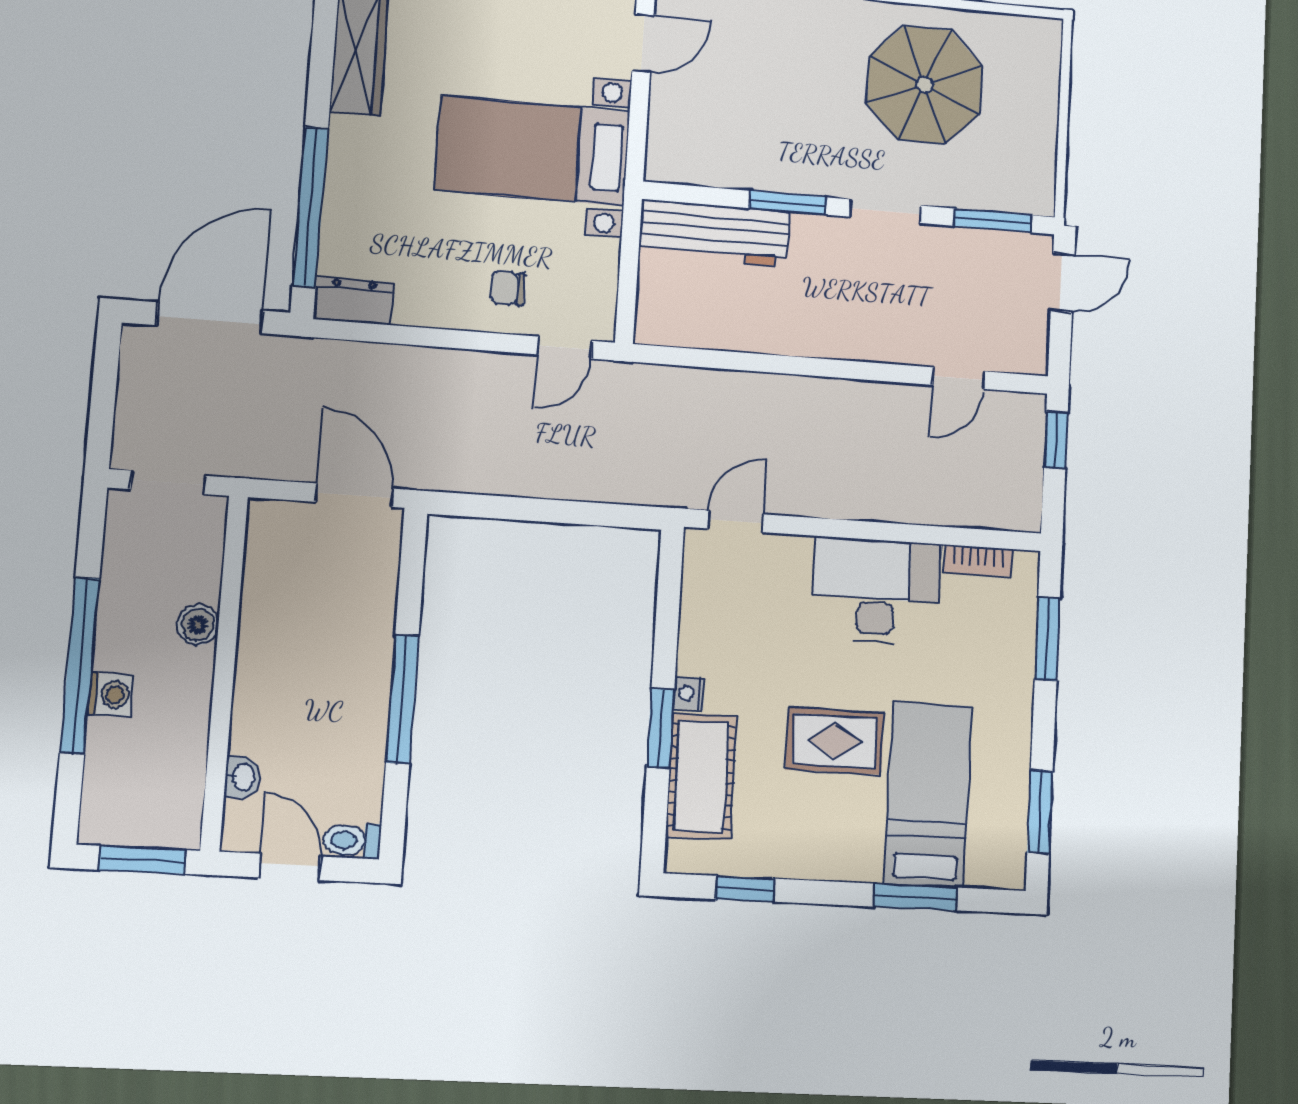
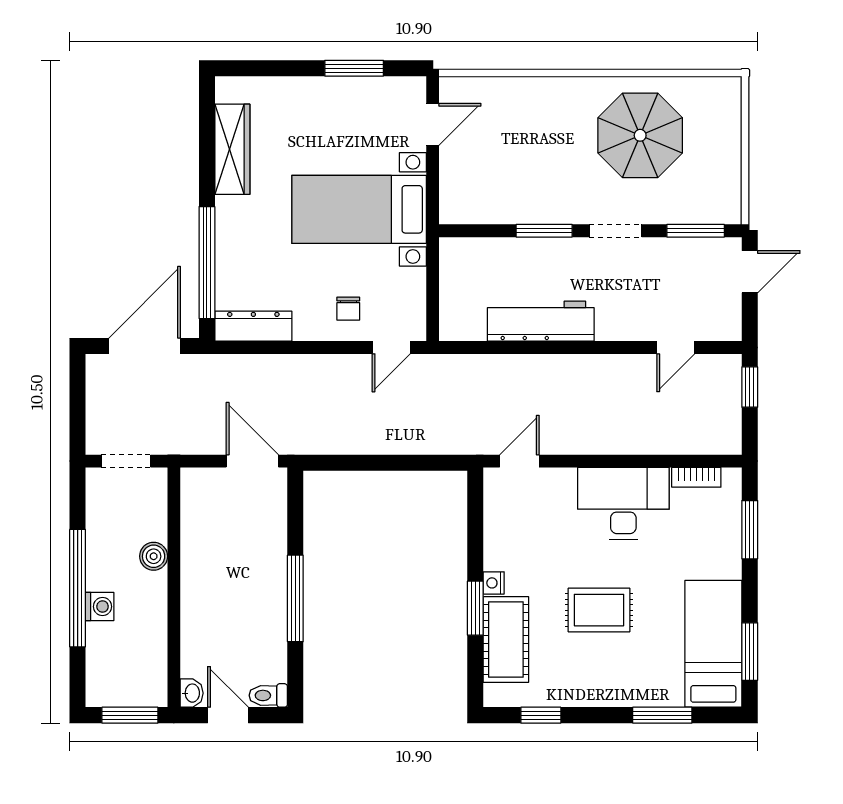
workbench: (714, 233) -> (541, 321), moved, turned 180
chair: (508, 288) -> (348, 309), turned -90
dresser: (353, 301) -> (253, 326), width x1.44
washbasin: (242, 777) -> (192, 693), moved
bed: (928, 795) -> (713, 644), moved

